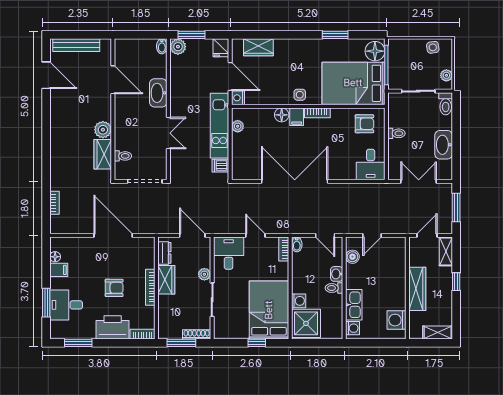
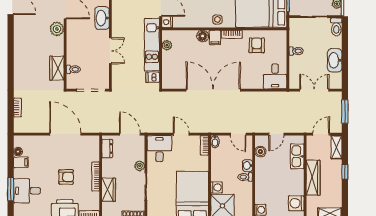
armchair: (364, 124) -> (257, 45), moved, turned -90
plant: (103, 130) -> (57, 29), moved
wardrobe: (166, 280) -> (109, 190), moved
kitchen sink: (354, 305) -> (297, 156), moved, turned 180

